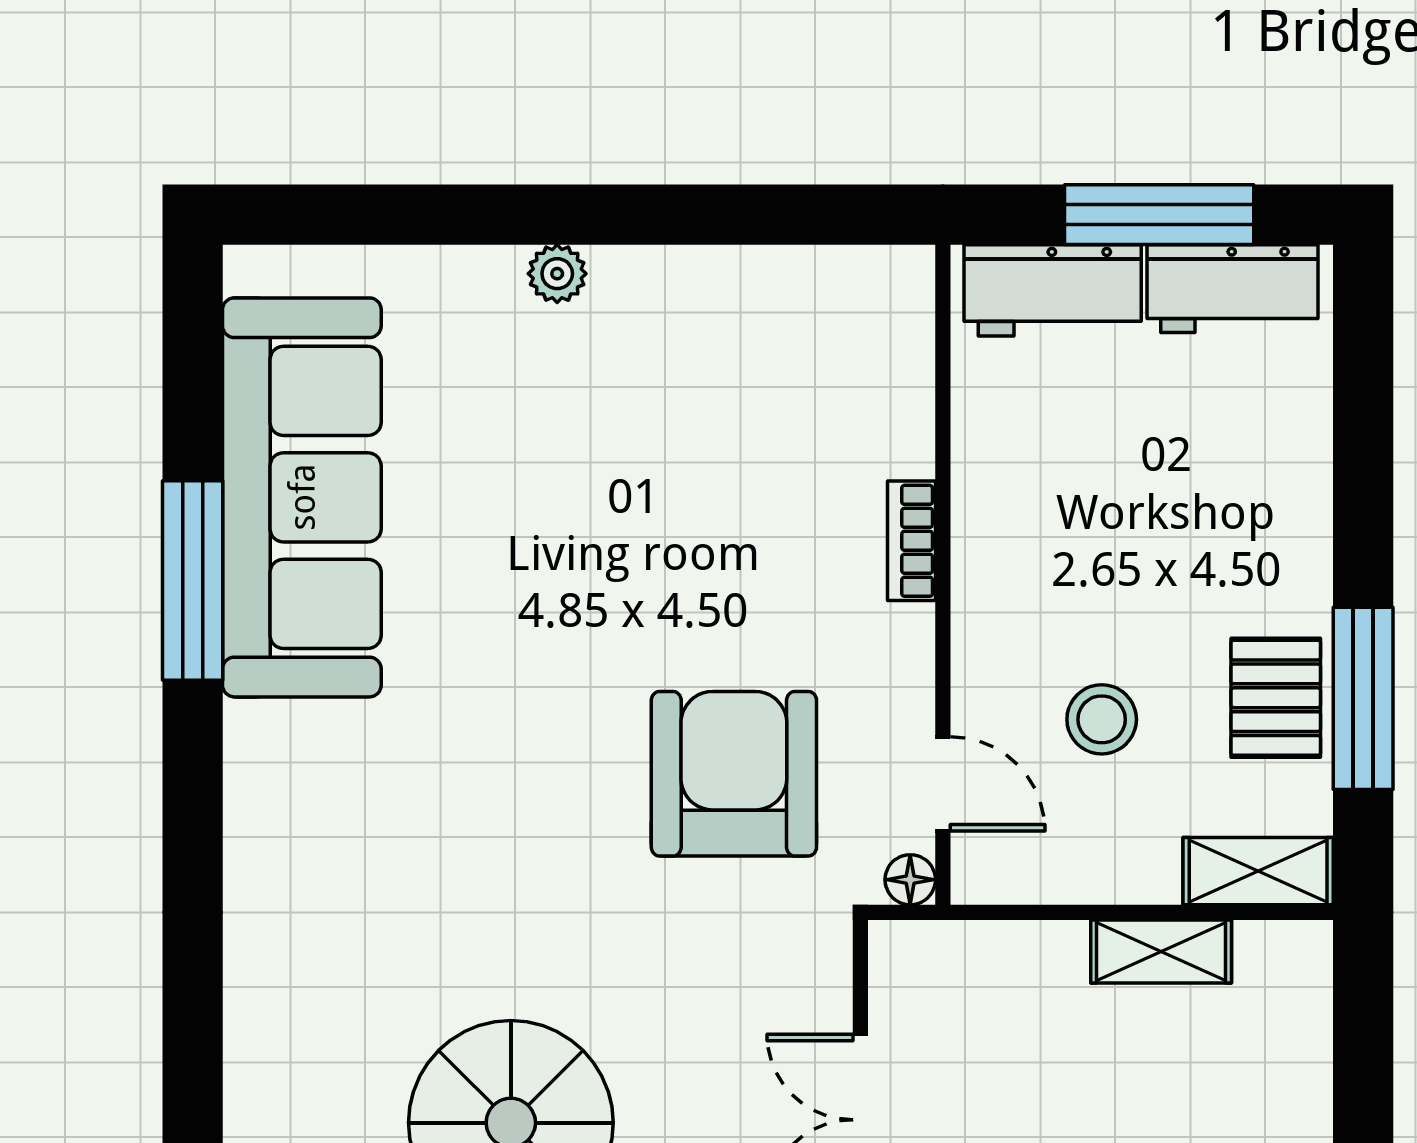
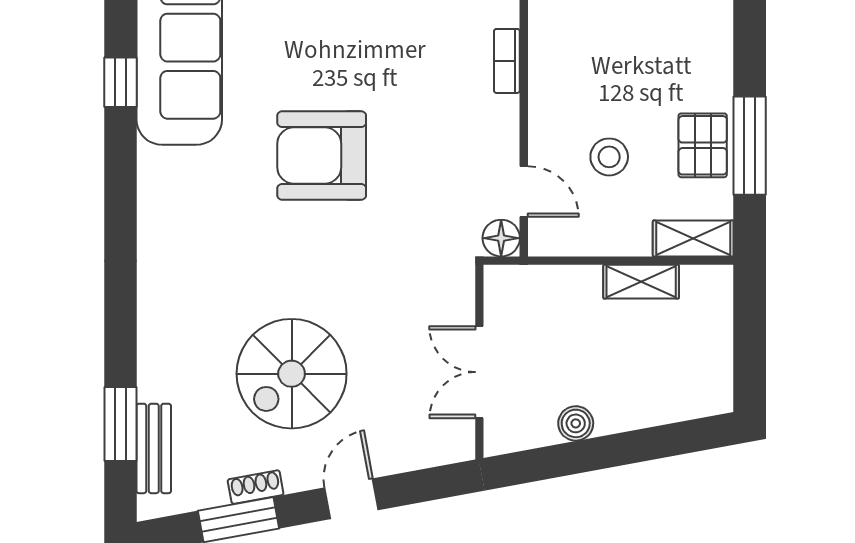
window: (193, 580) -> (120, 82), width x0.46
armchair: (734, 774) -> (322, 155), moved, turned -90
floor lamp: (910, 880) -> (501, 238), width x1.37, depth x1.37

